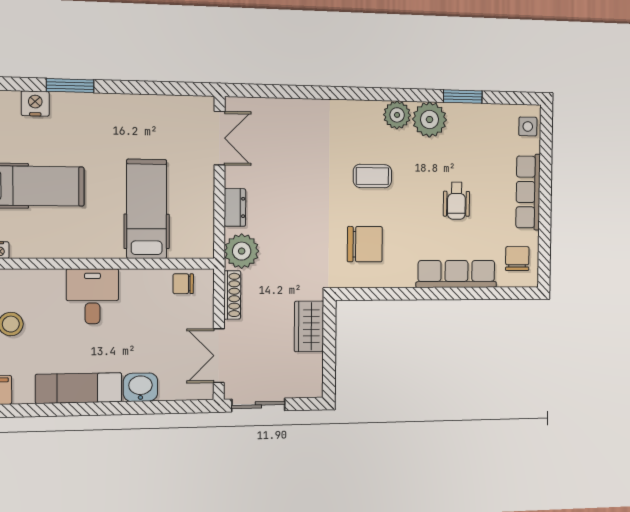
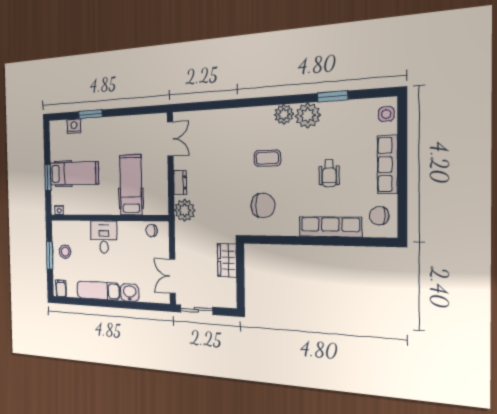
chair: (517, 259) -> (379, 216), turned -90
shoe rack: (232, 295) -> (180, 238), removed

